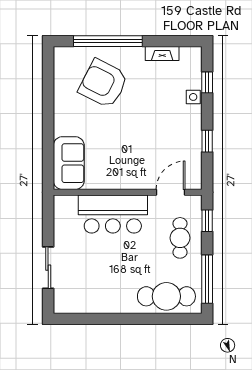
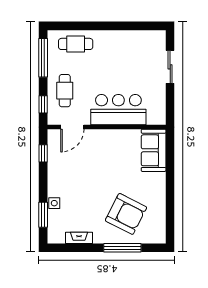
window: (108, 41) -> (122, 248), width x0.68
window: (207, 82) -> (43, 215), width x1.50
window: (207, 141) -> (43, 153), moved
cafe table: (166, 296) -> (76, 44), width x0.73, depth x0.74

